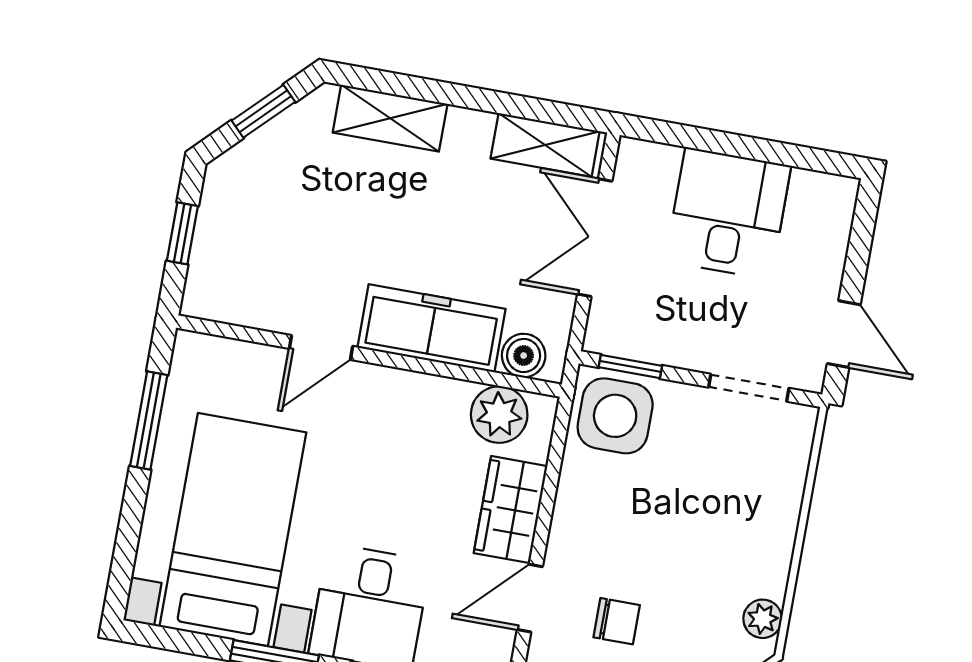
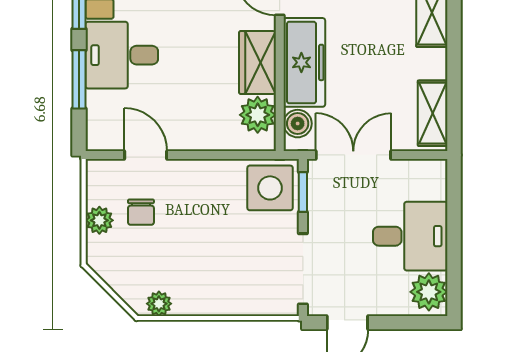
plant: (819, 200) -> (429, 292), added
double door: (595, 238) -> (353, 155), moved
doorway: (749, 388) -> (303, 269), width x1.38
wardrobe: (511, 510) -> (257, 63), moved, turned -90

